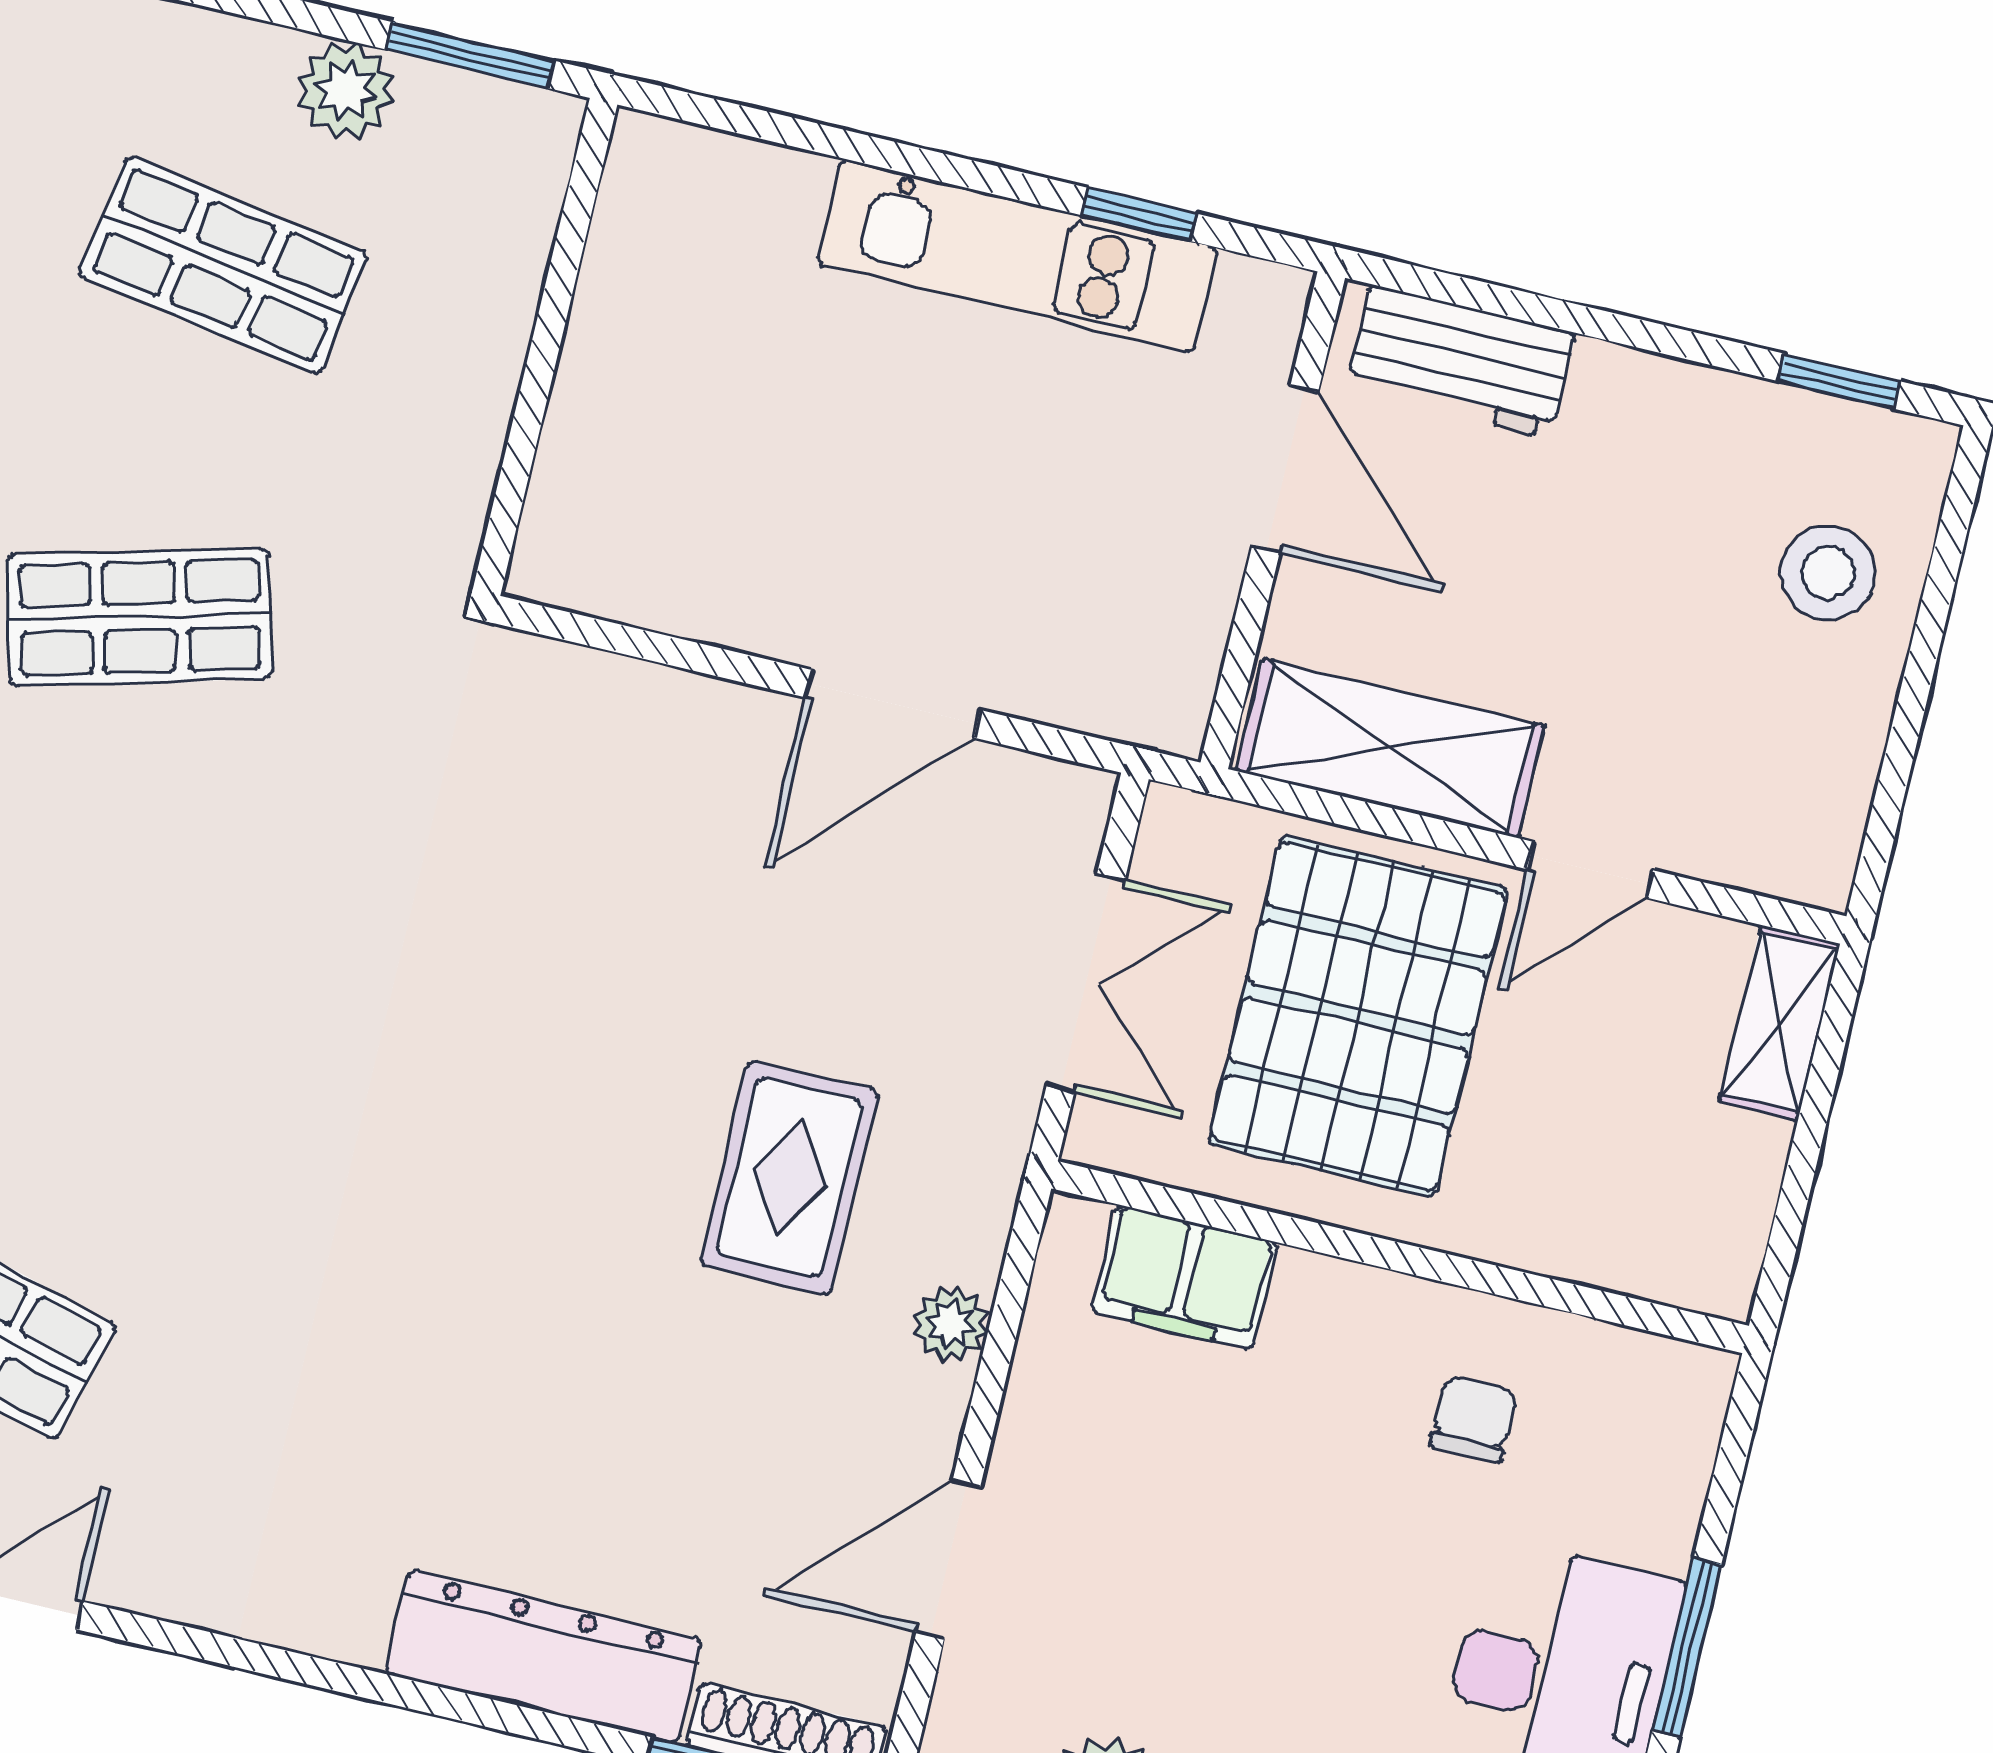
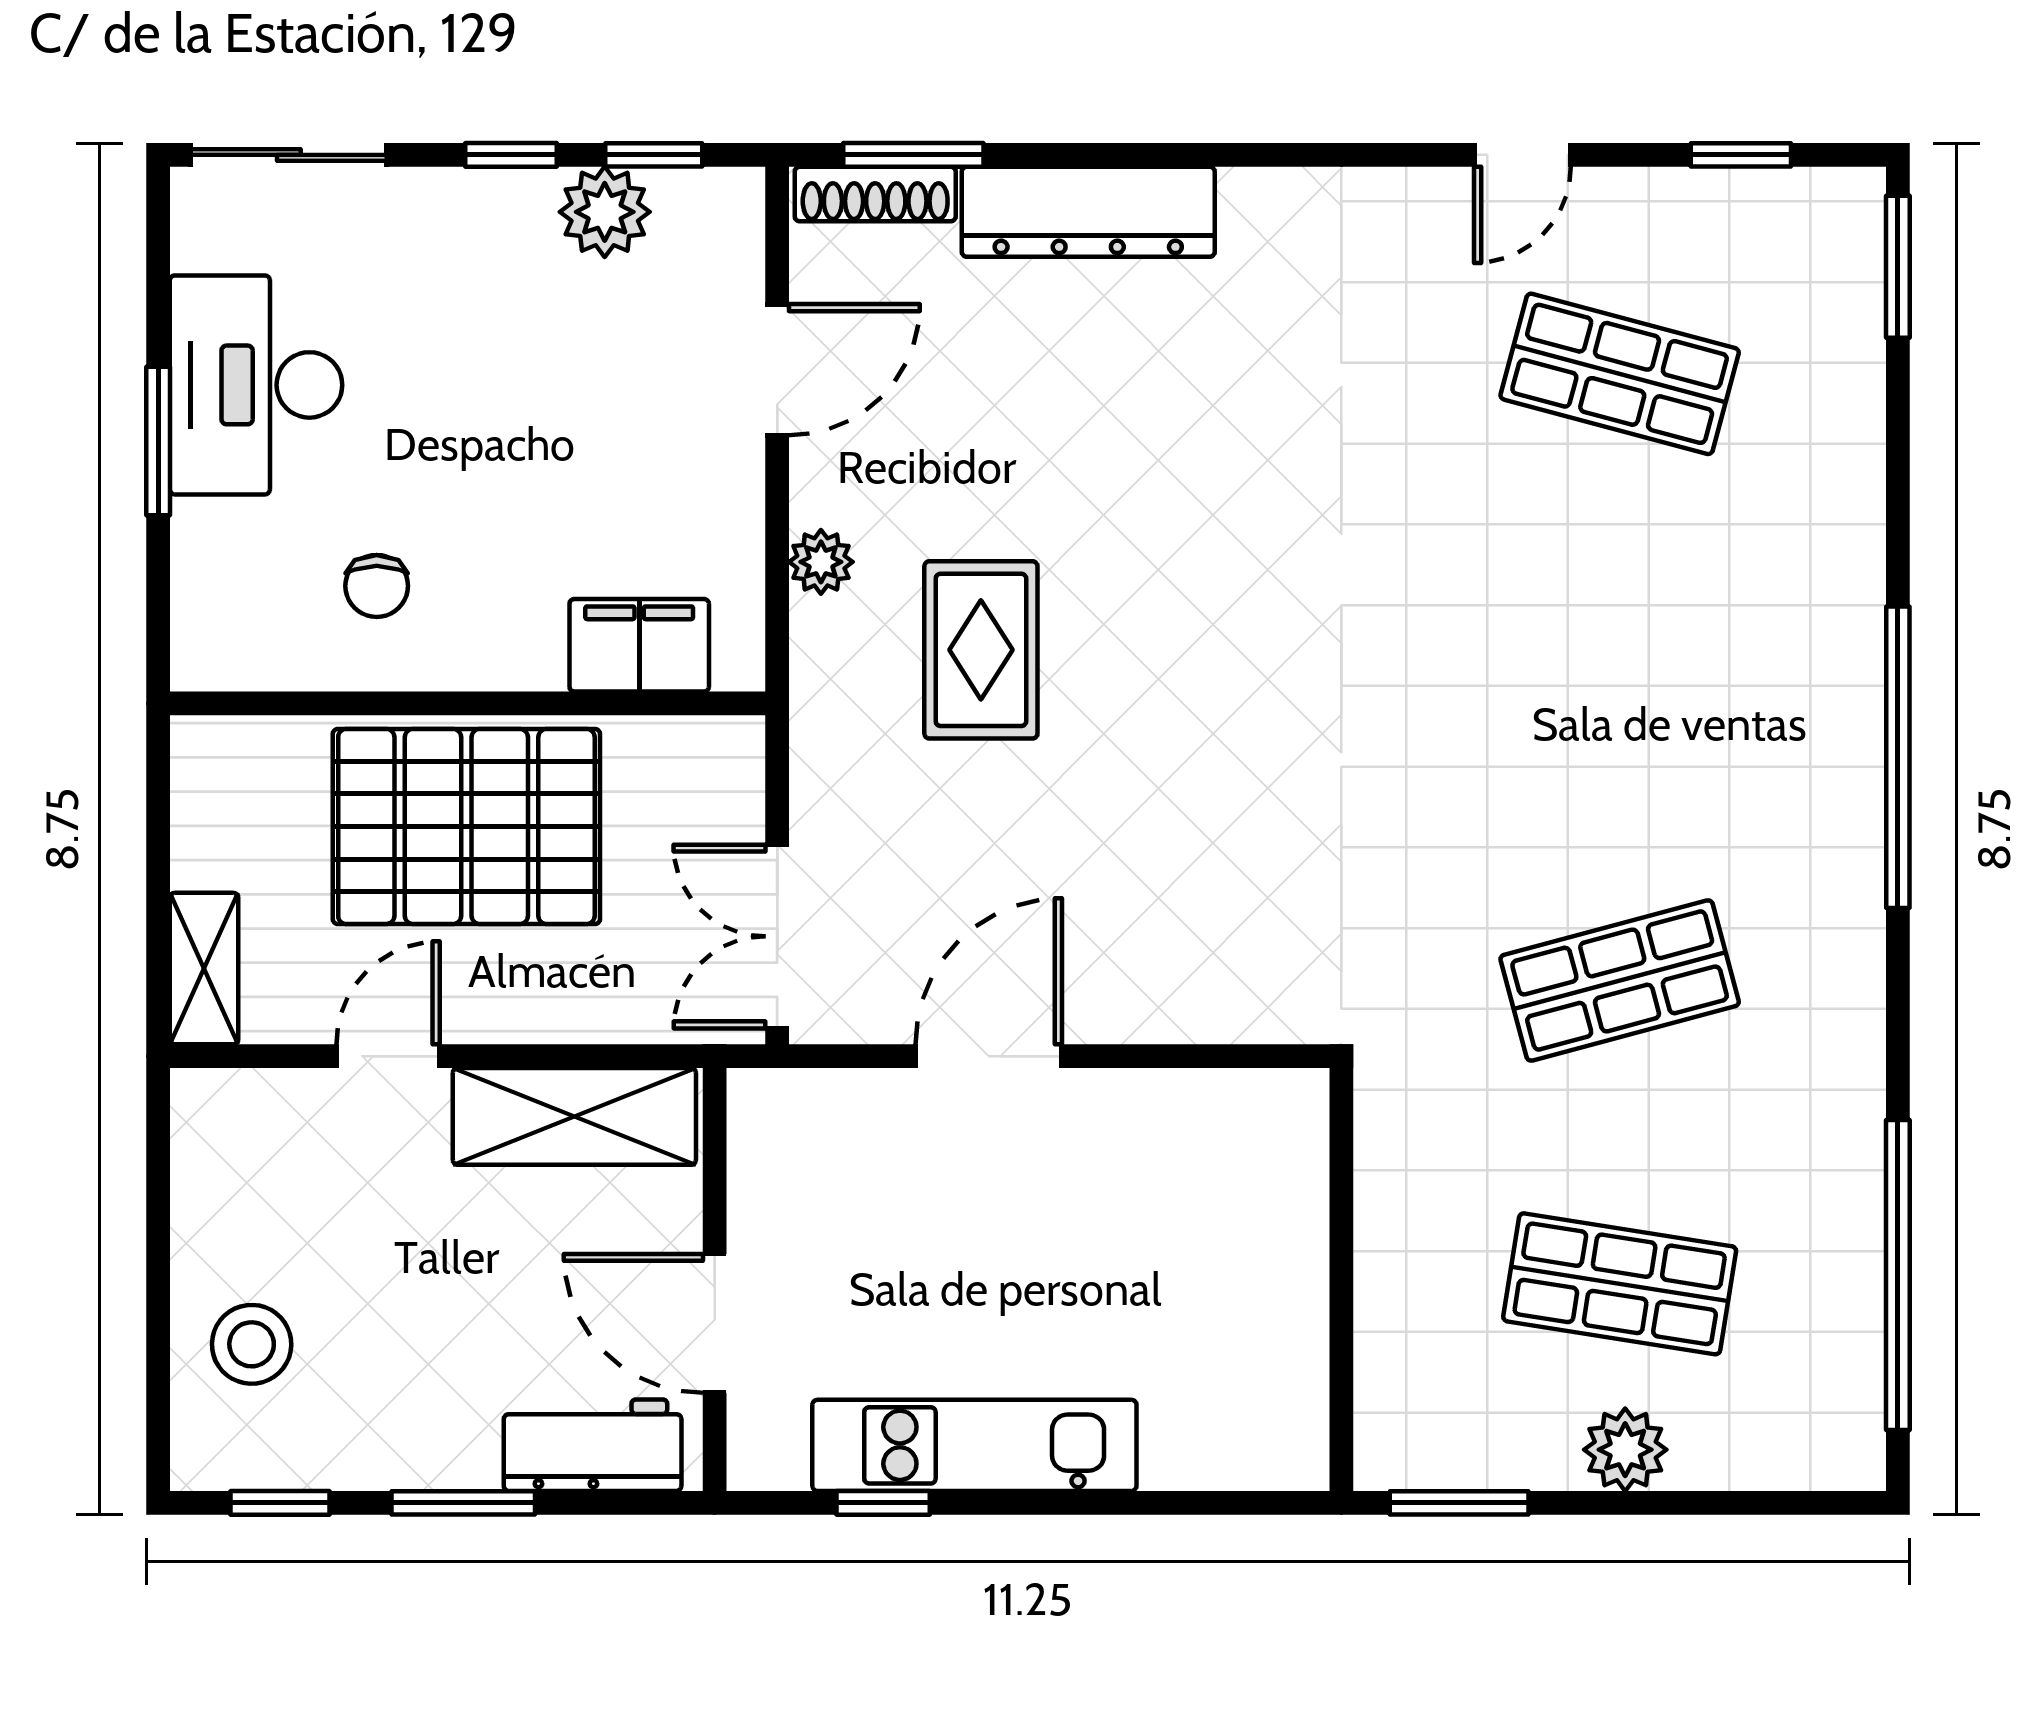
plant: (346, 91) -> (1625, 1450), moved
window: (1626, 331) -> (463, 1503), added
double door: (1086, 983) -> (777, 936), moved
pallet: (1358, 1016) -> (466, 826), moved, turned 90

